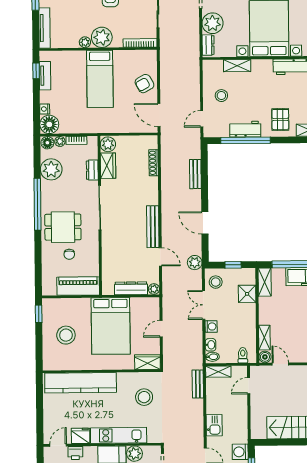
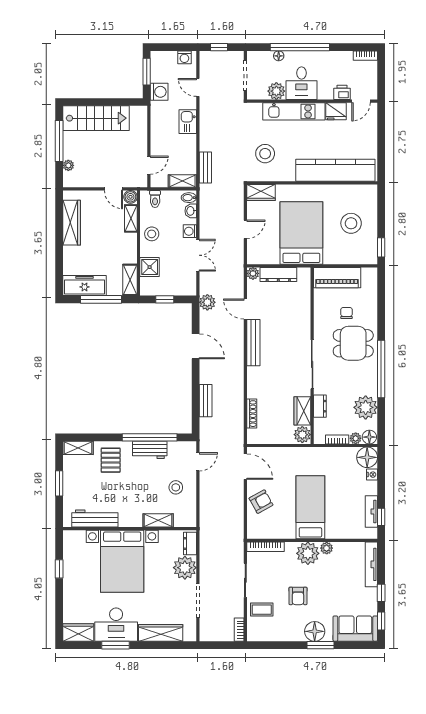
stool: (216, 282) -> (152, 234), moved

